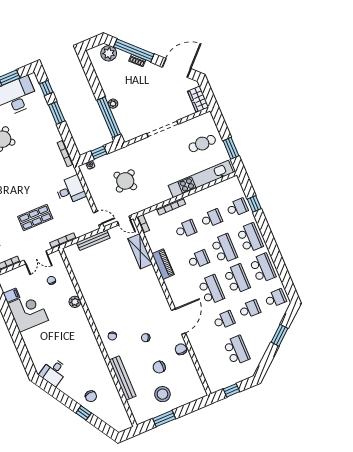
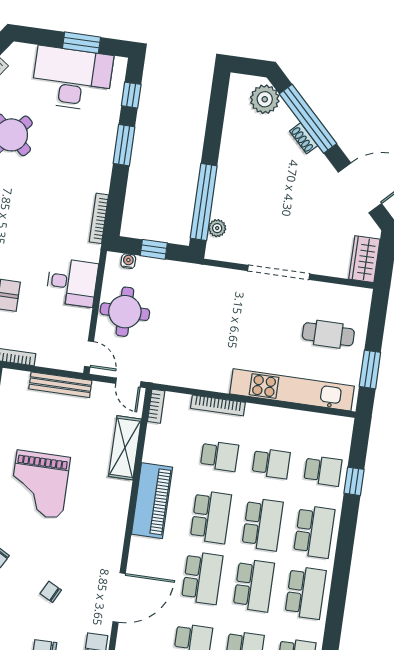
plant: (113, 104) -> (217, 228), moved
round table: (125, 181) -> (125, 312), moved, turned 32
school desk: (198, 259) -> (211, 517), width x1.85
piano: (163, 264) -> (152, 501), width x1.37, depth x1.33
grand piano: (111, 292) -> (39, 484), added

